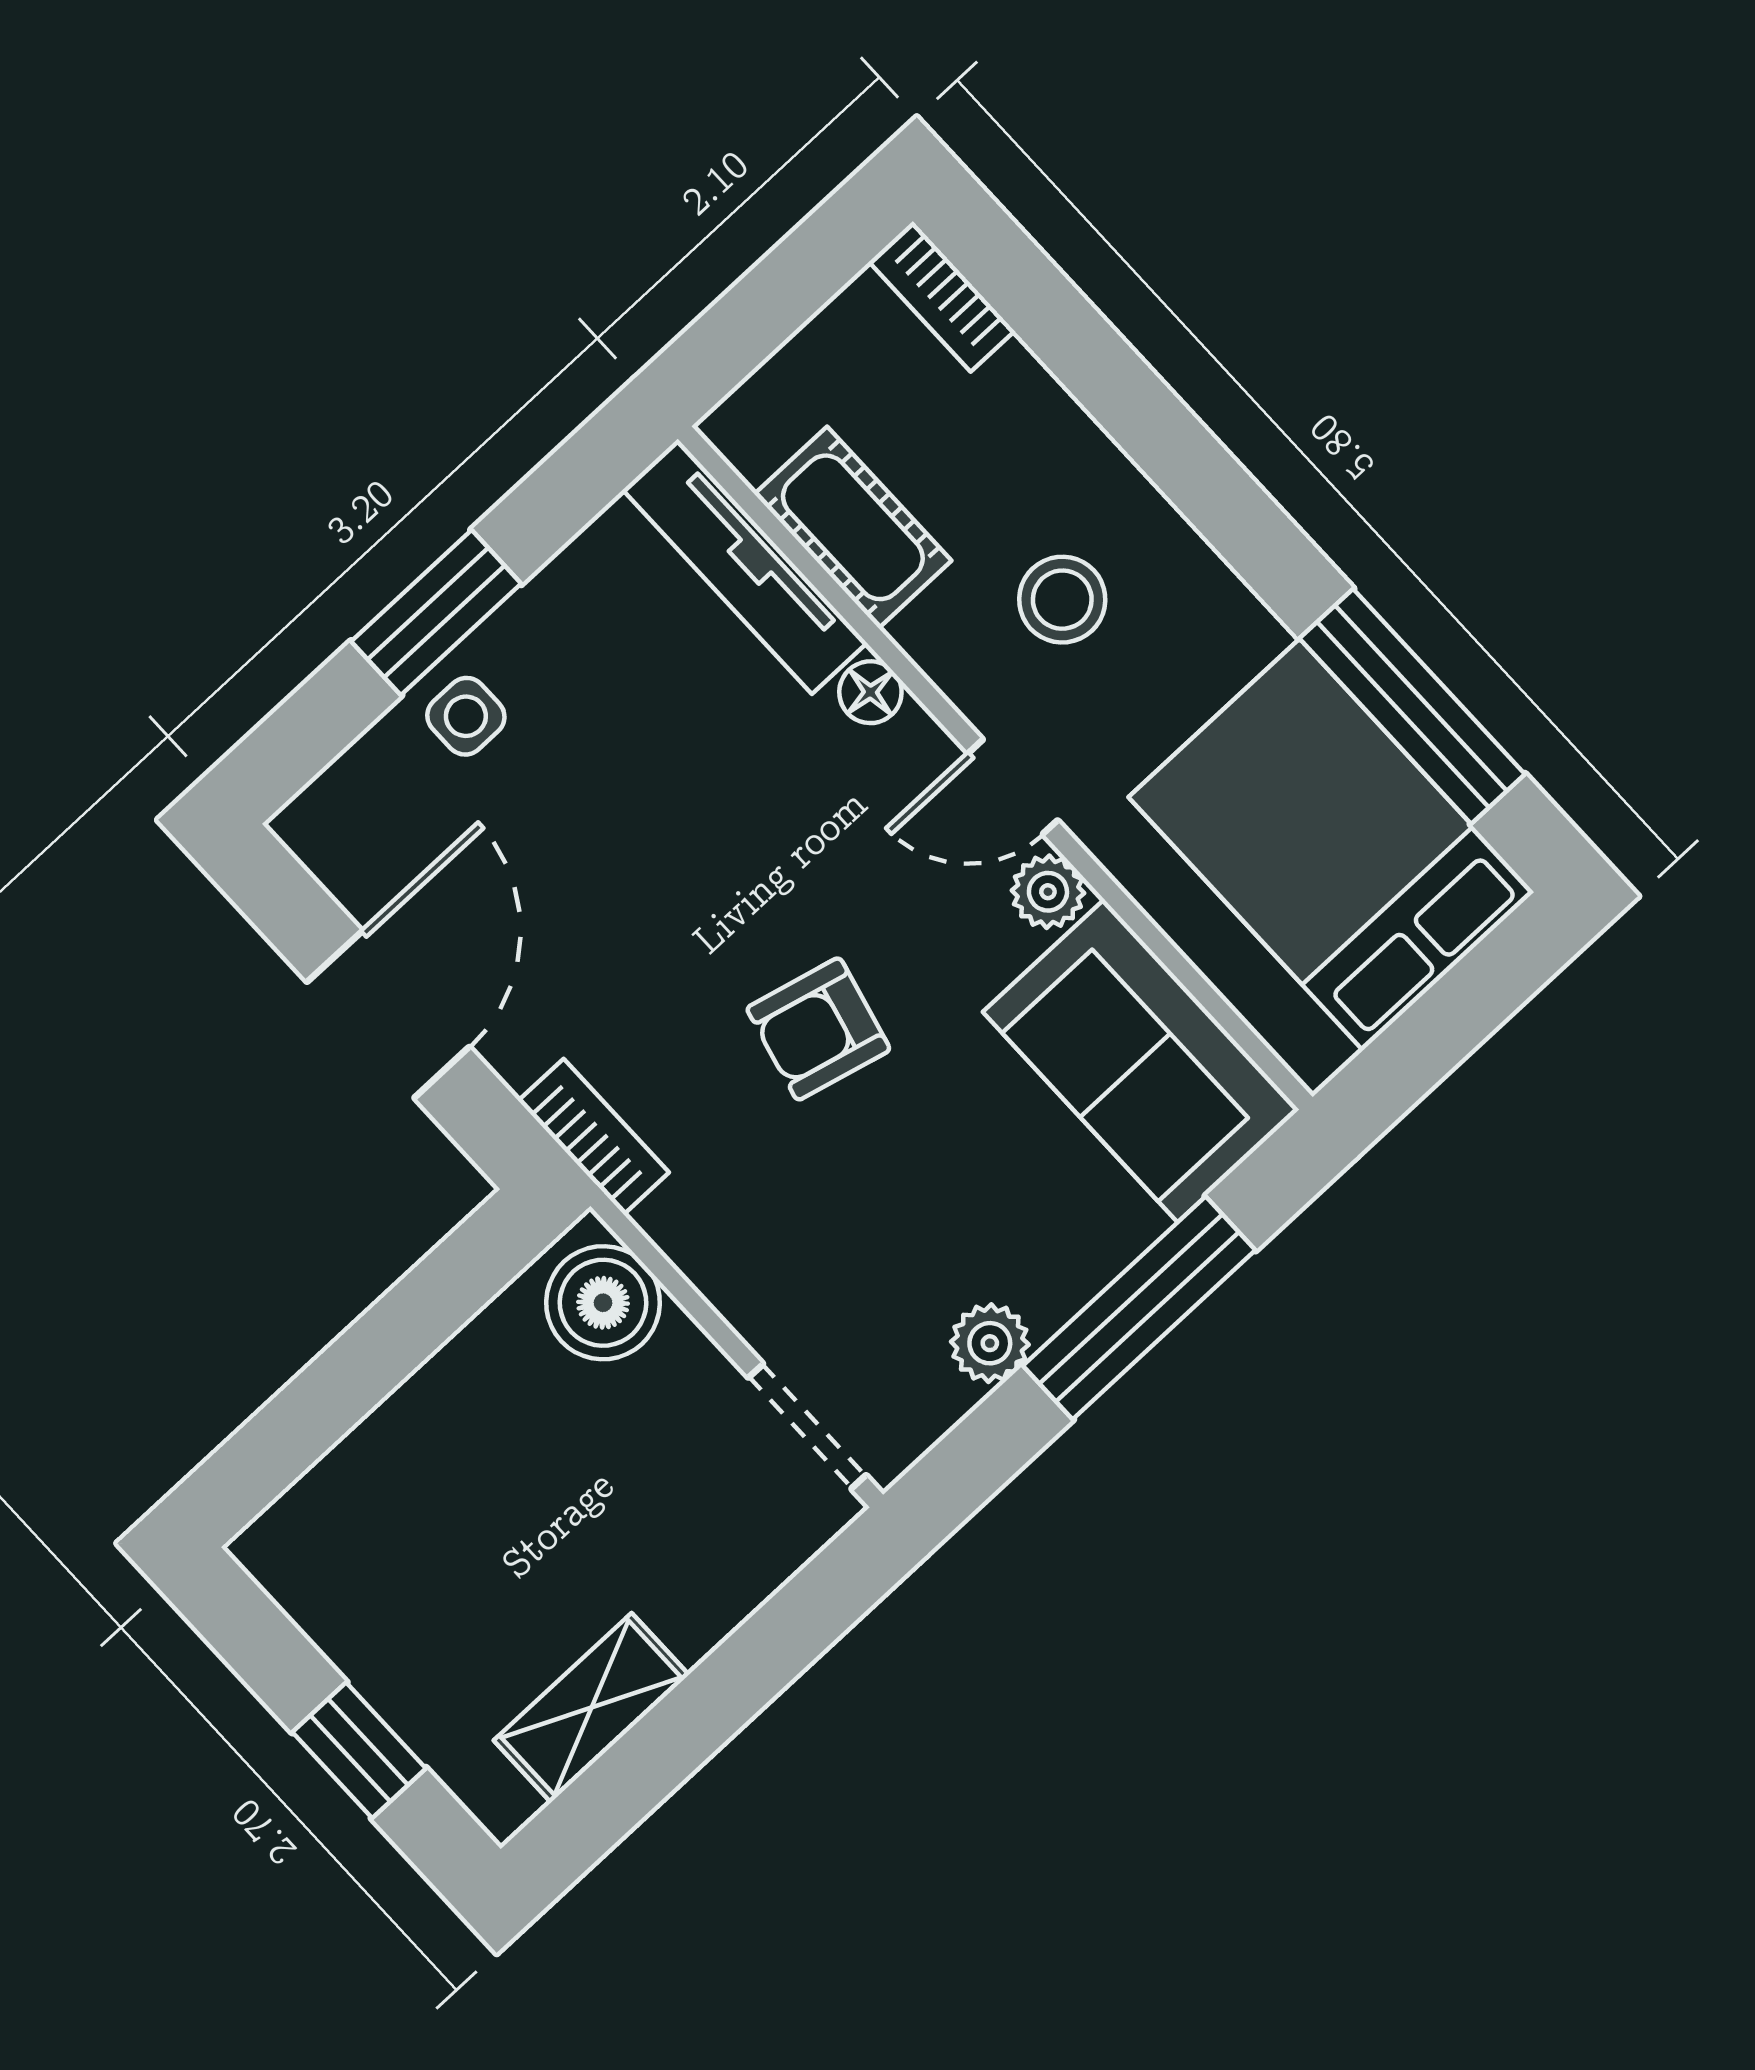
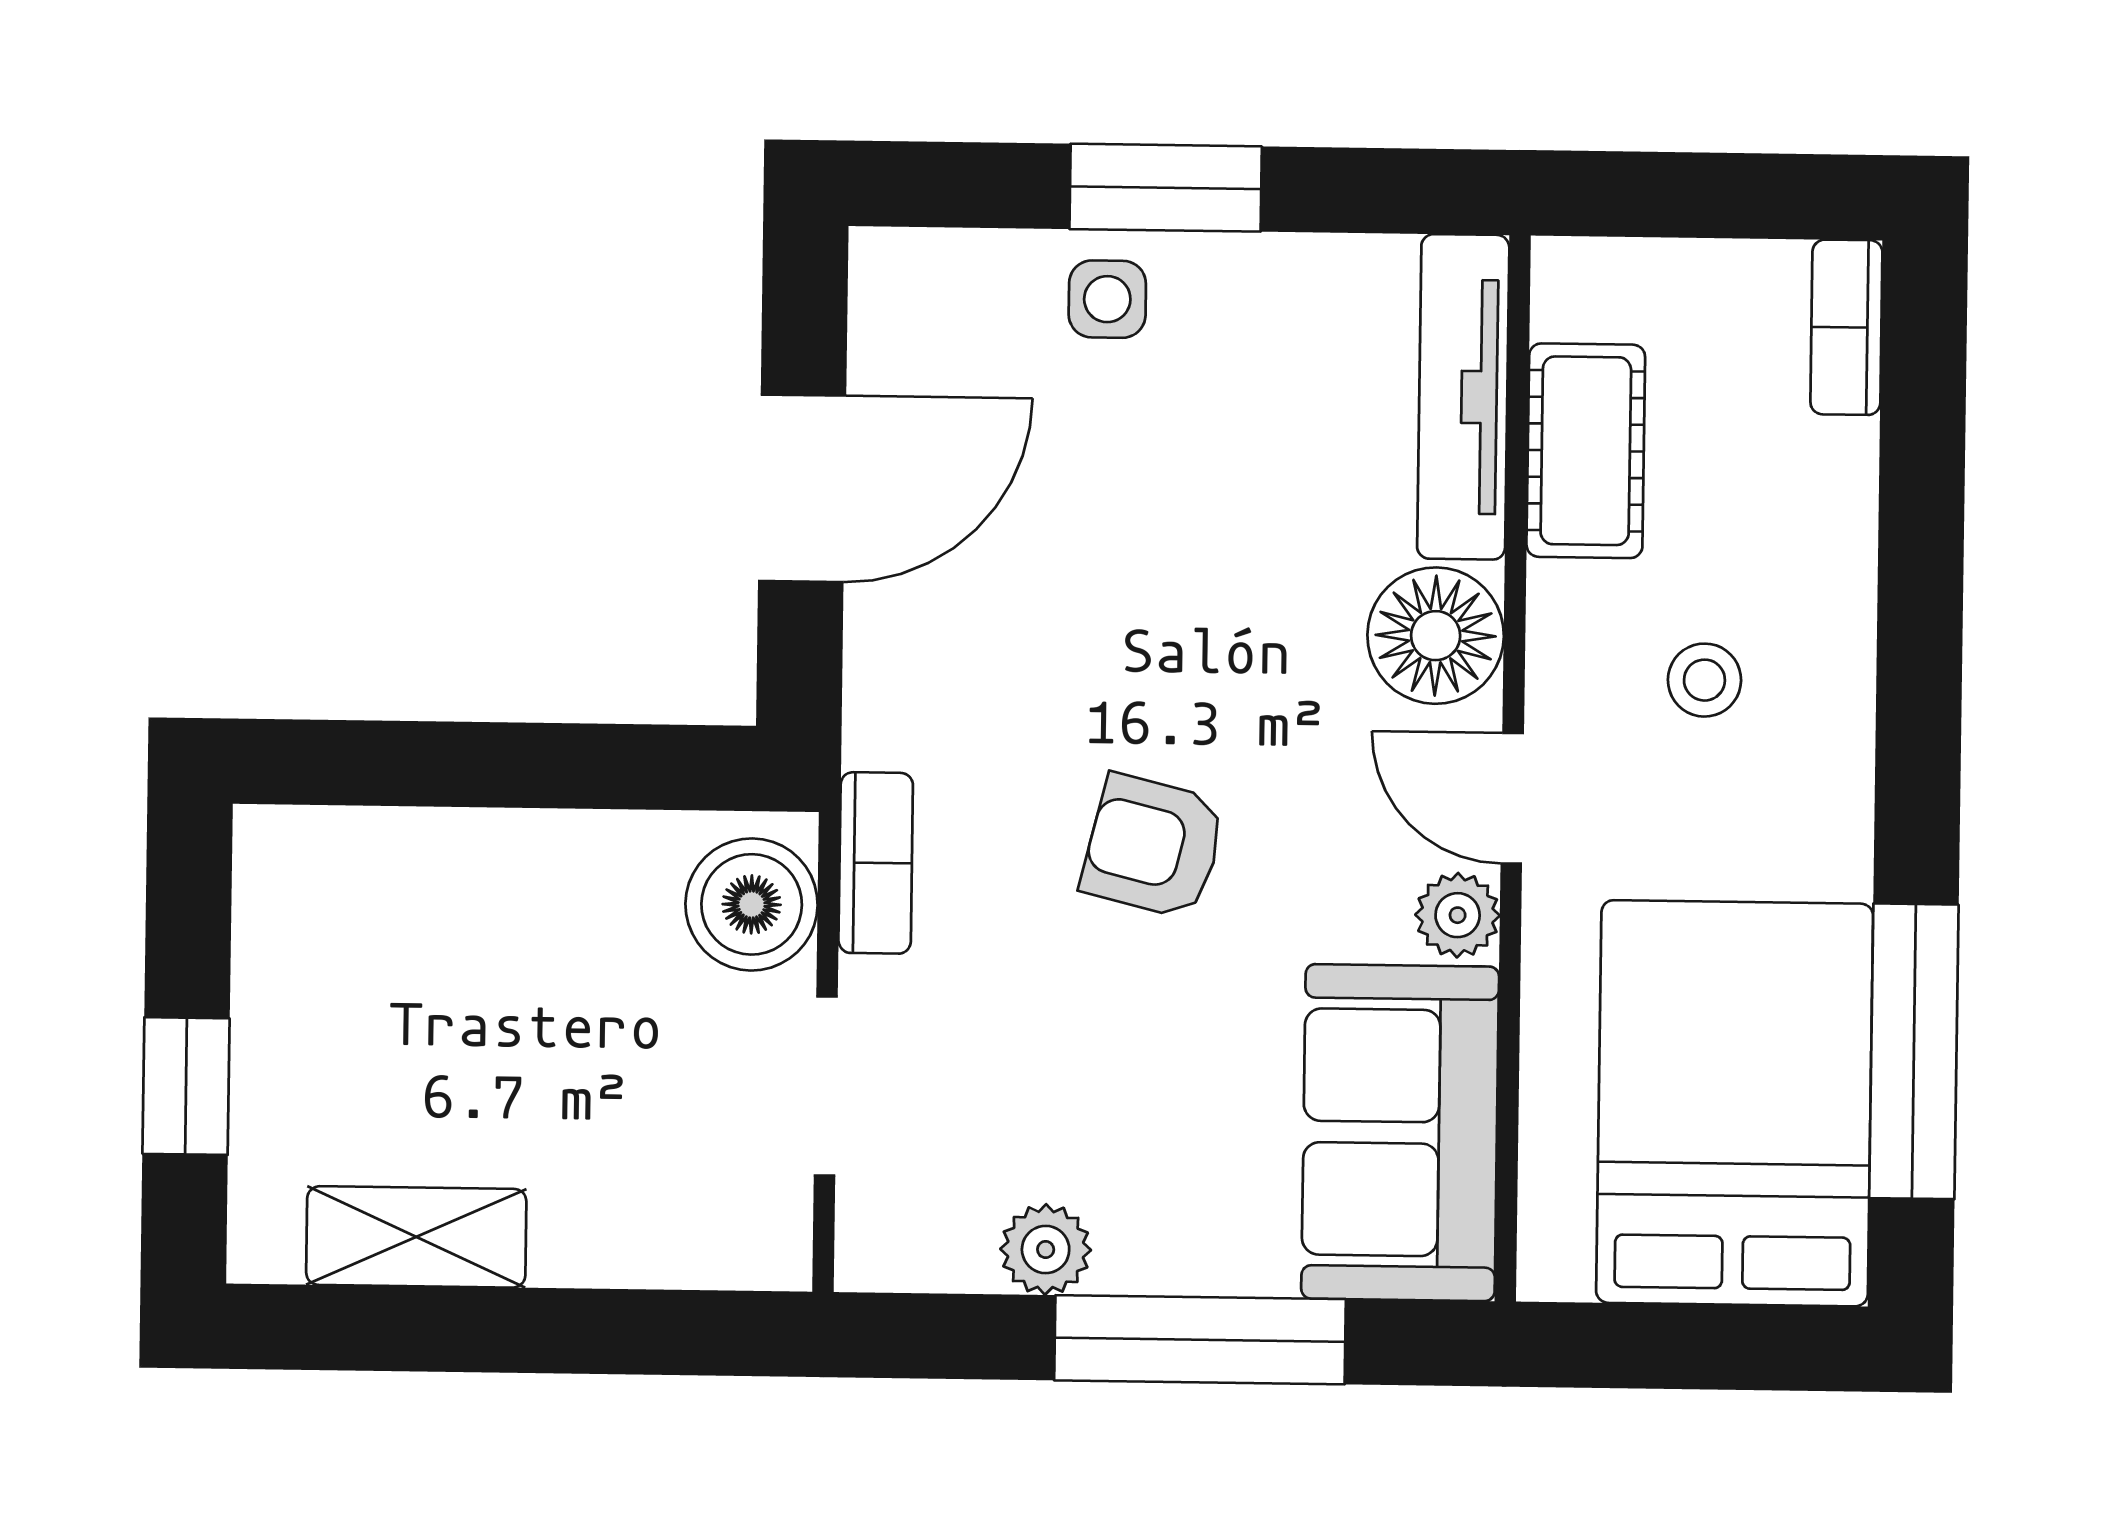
stool: (1062, 600) -> (1704, 680), width x0.73, depth x0.73
floor lamp: (870, 692) -> (1436, 636), width x1.89, depth x1.89
bookcase: (594, 1137) -> (876, 863), moved
doorway: (807, 1426) -> (826, 1086), moved

